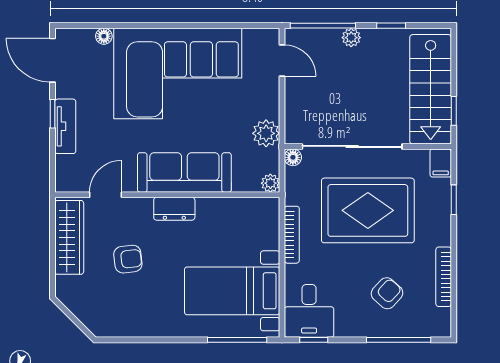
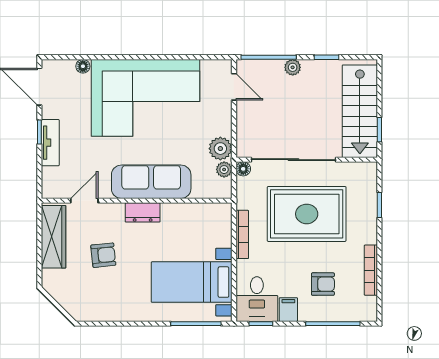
filing cabinet: (441, 163) -> (288, 310), moved, turned 180
plant: (270, 183) -> (224, 170), moved
armchair: (387, 293) -> (323, 284), turned 48

